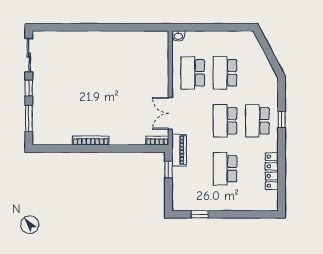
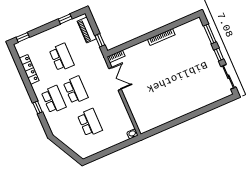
school desk: (193, 73) -> (112, 113), removed
piano: (179, 150) -> (87, 30), moved
window: (262, 214) -> (23, 37), added

